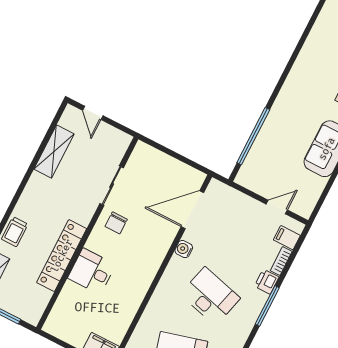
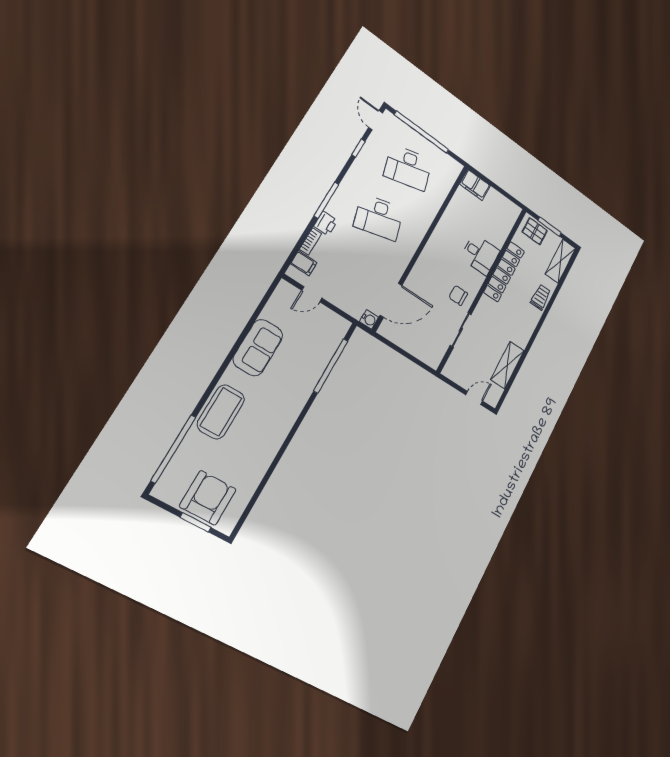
door: (93, 113) -> (474, 398), hinge flipped
chair: (116, 223) -> (458, 295), turned -90
water cooler: (184, 249) -> (369, 319), moved
desk: (210, 296) -> (379, 217), turned -30
pallet: (25, 307) -> (535, 231), added

